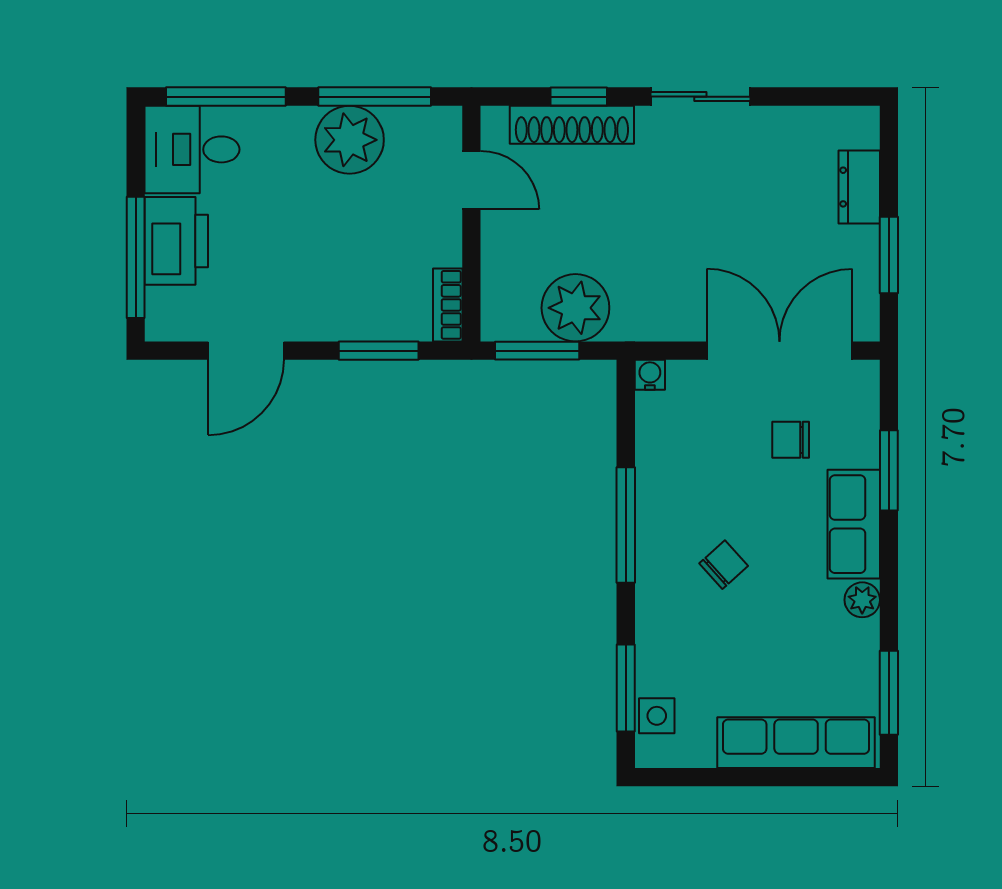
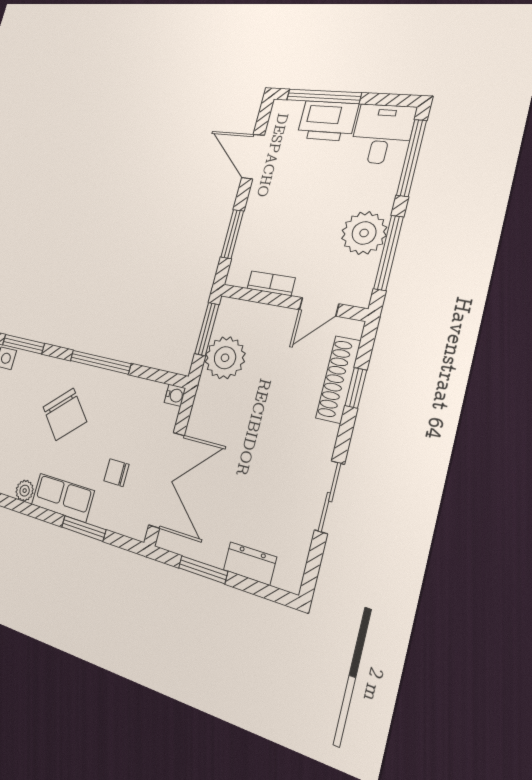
sliding door: (700, 97) -> (330, 497), moved
bookcase: (448, 305) -> (271, 283), moved
chair: (791, 440) -> (116, 473), turned -90
chair: (724, 565) -> (65, 414), width x1.87, depth x1.87

